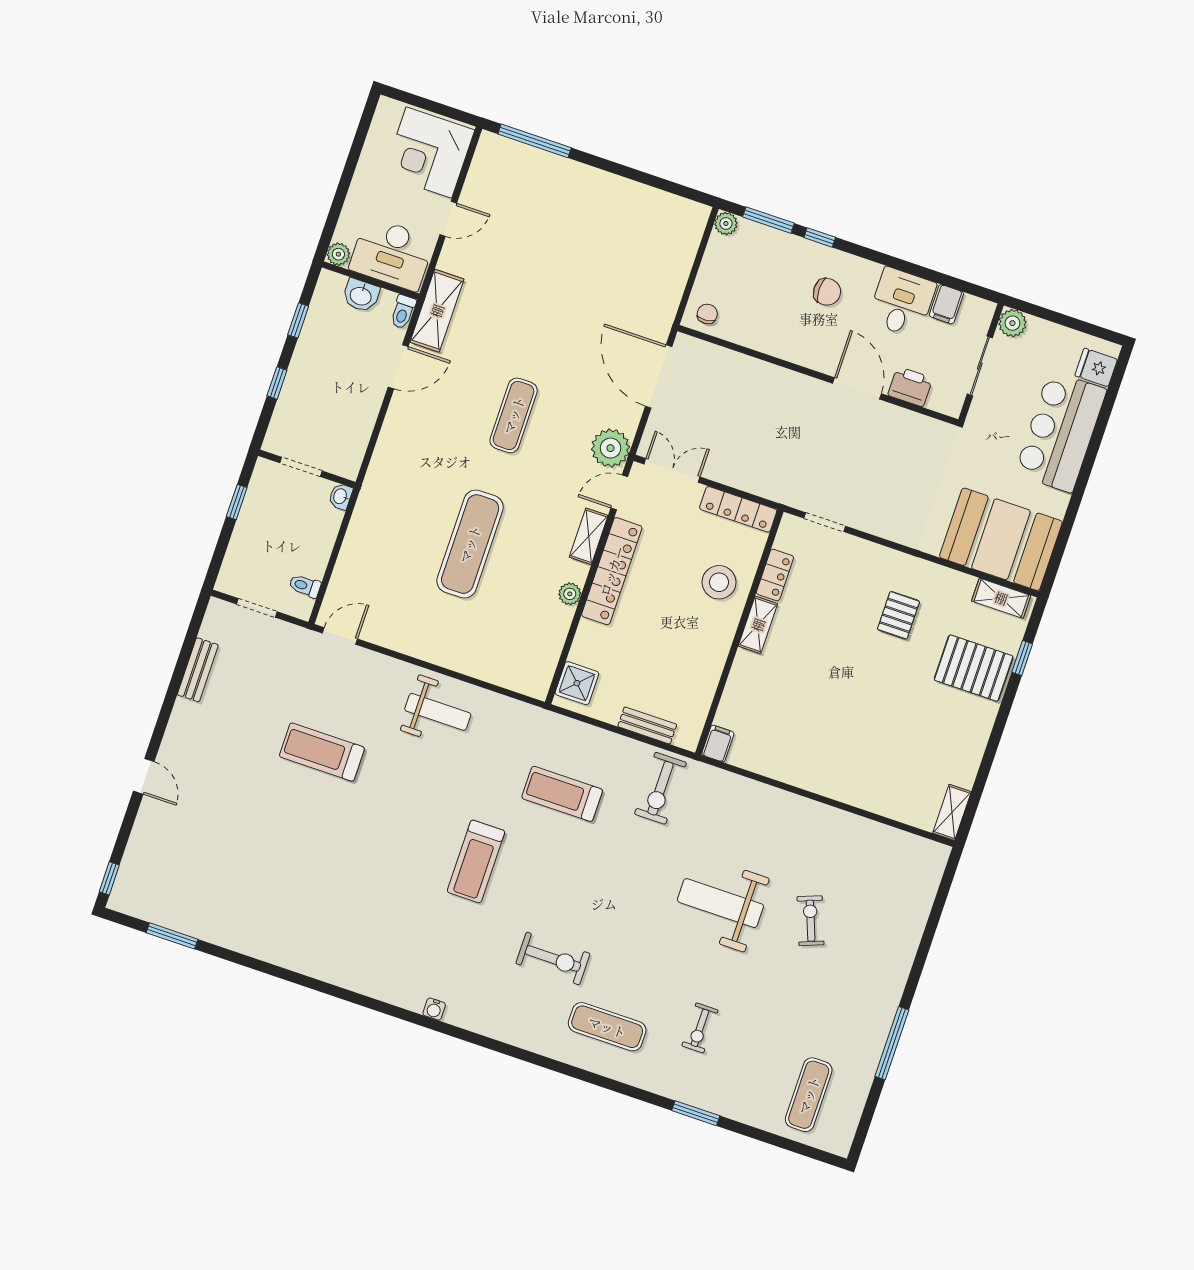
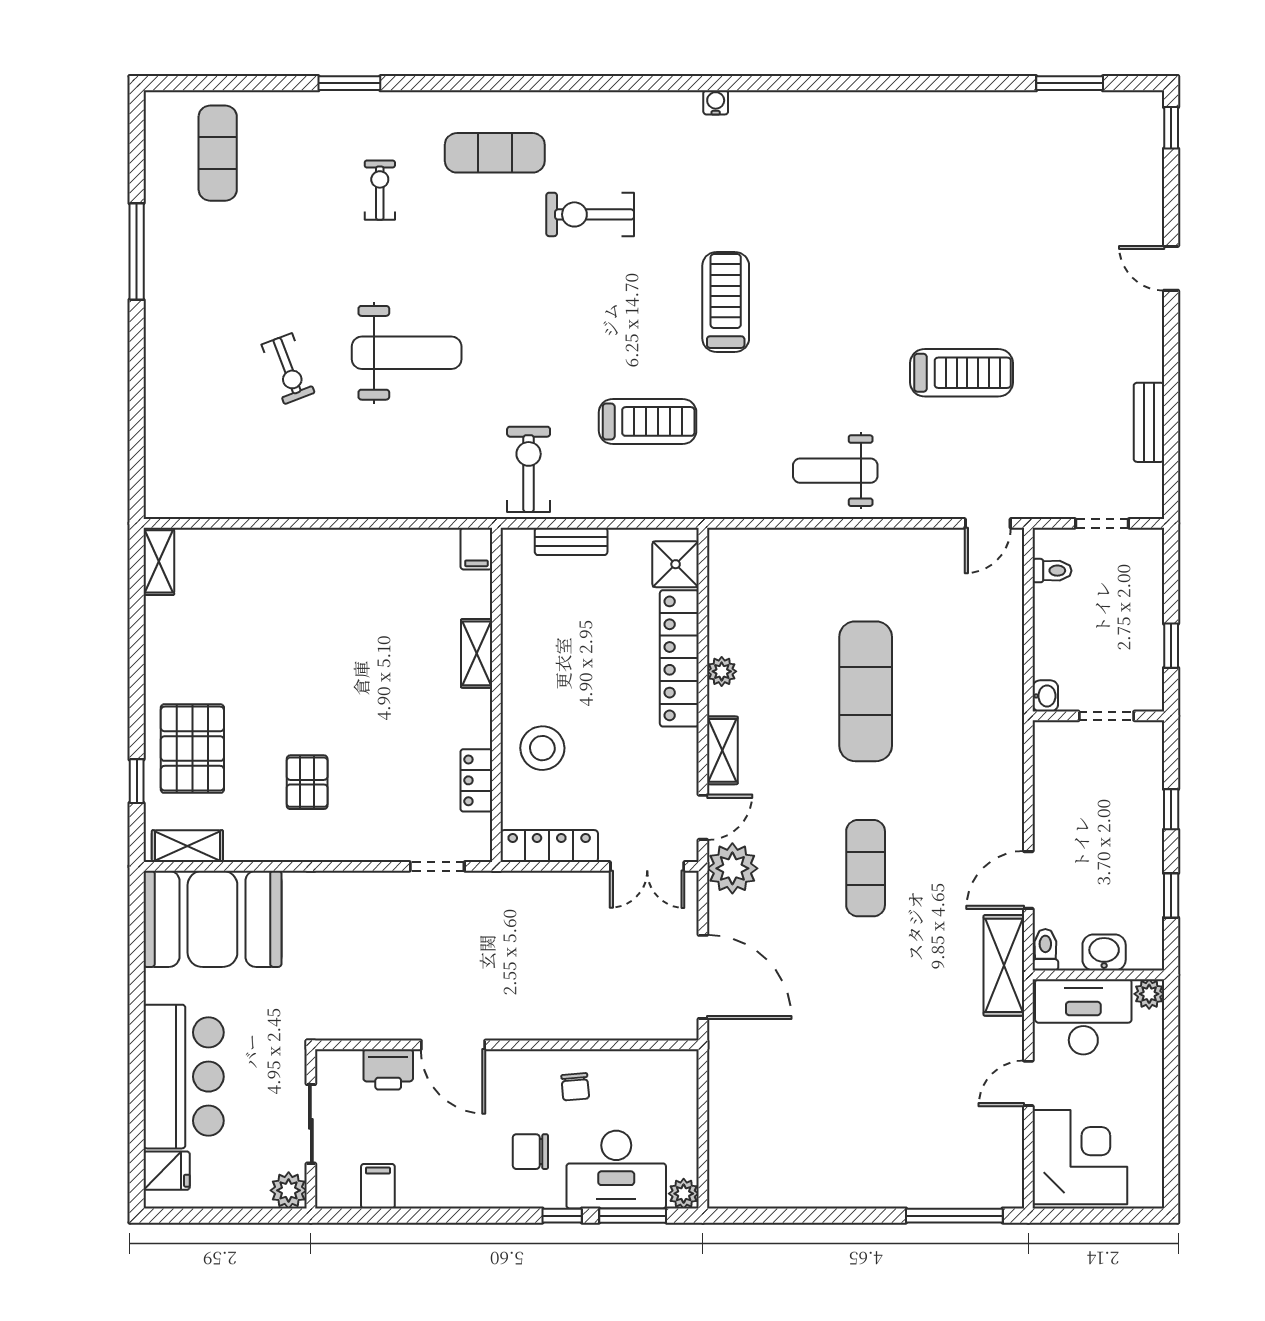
desk: (902, 303) -> (616, 1170), moved, width x1.37
chair: (707, 314) -> (575, 1087), moved
locker: (612, 571) -> (679, 658), moved
shelving: (758, 625) -> (477, 653), moved
pallet: (974, 668) -> (192, 749), turned 90

